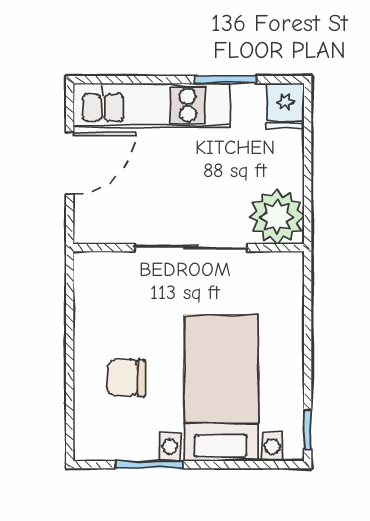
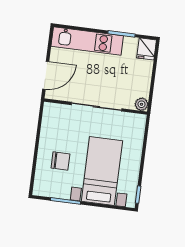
door: (70, 163) -> (46, 75), moved
plant: (277, 217) -> (142, 104), width x0.53, depth x0.53
chair: (127, 378) -> (60, 161), turned 180

